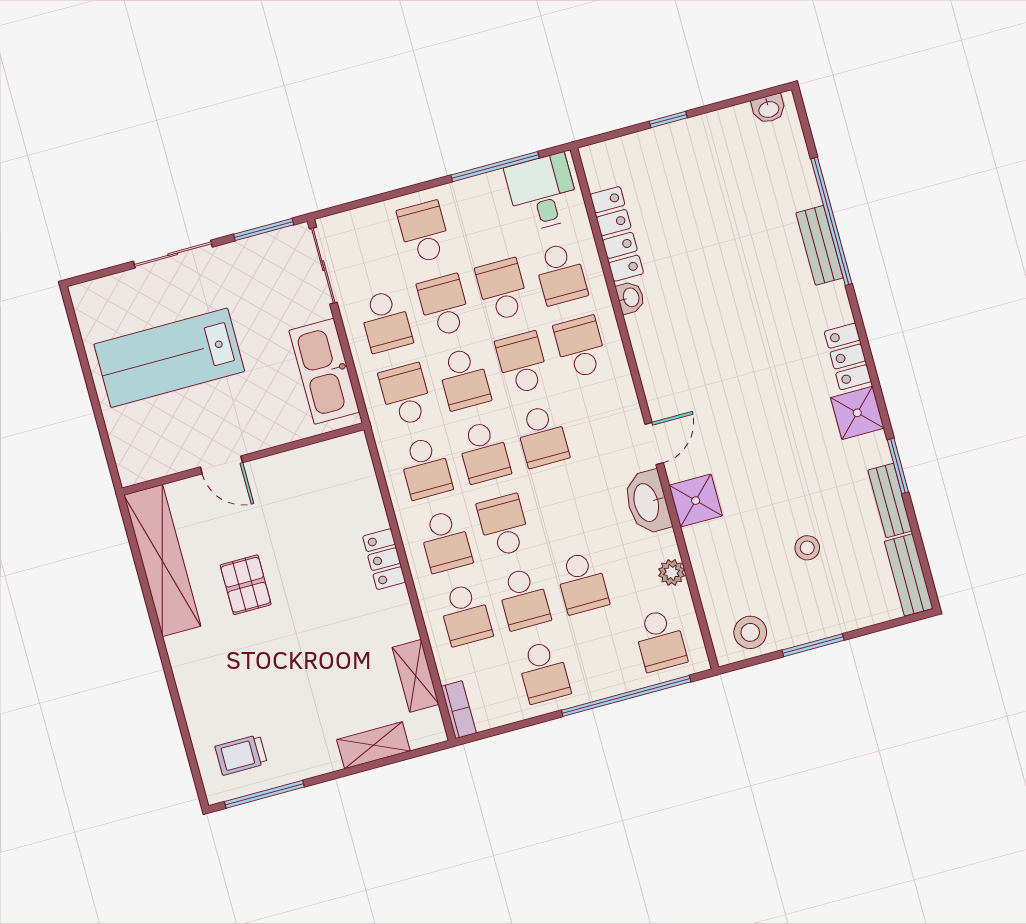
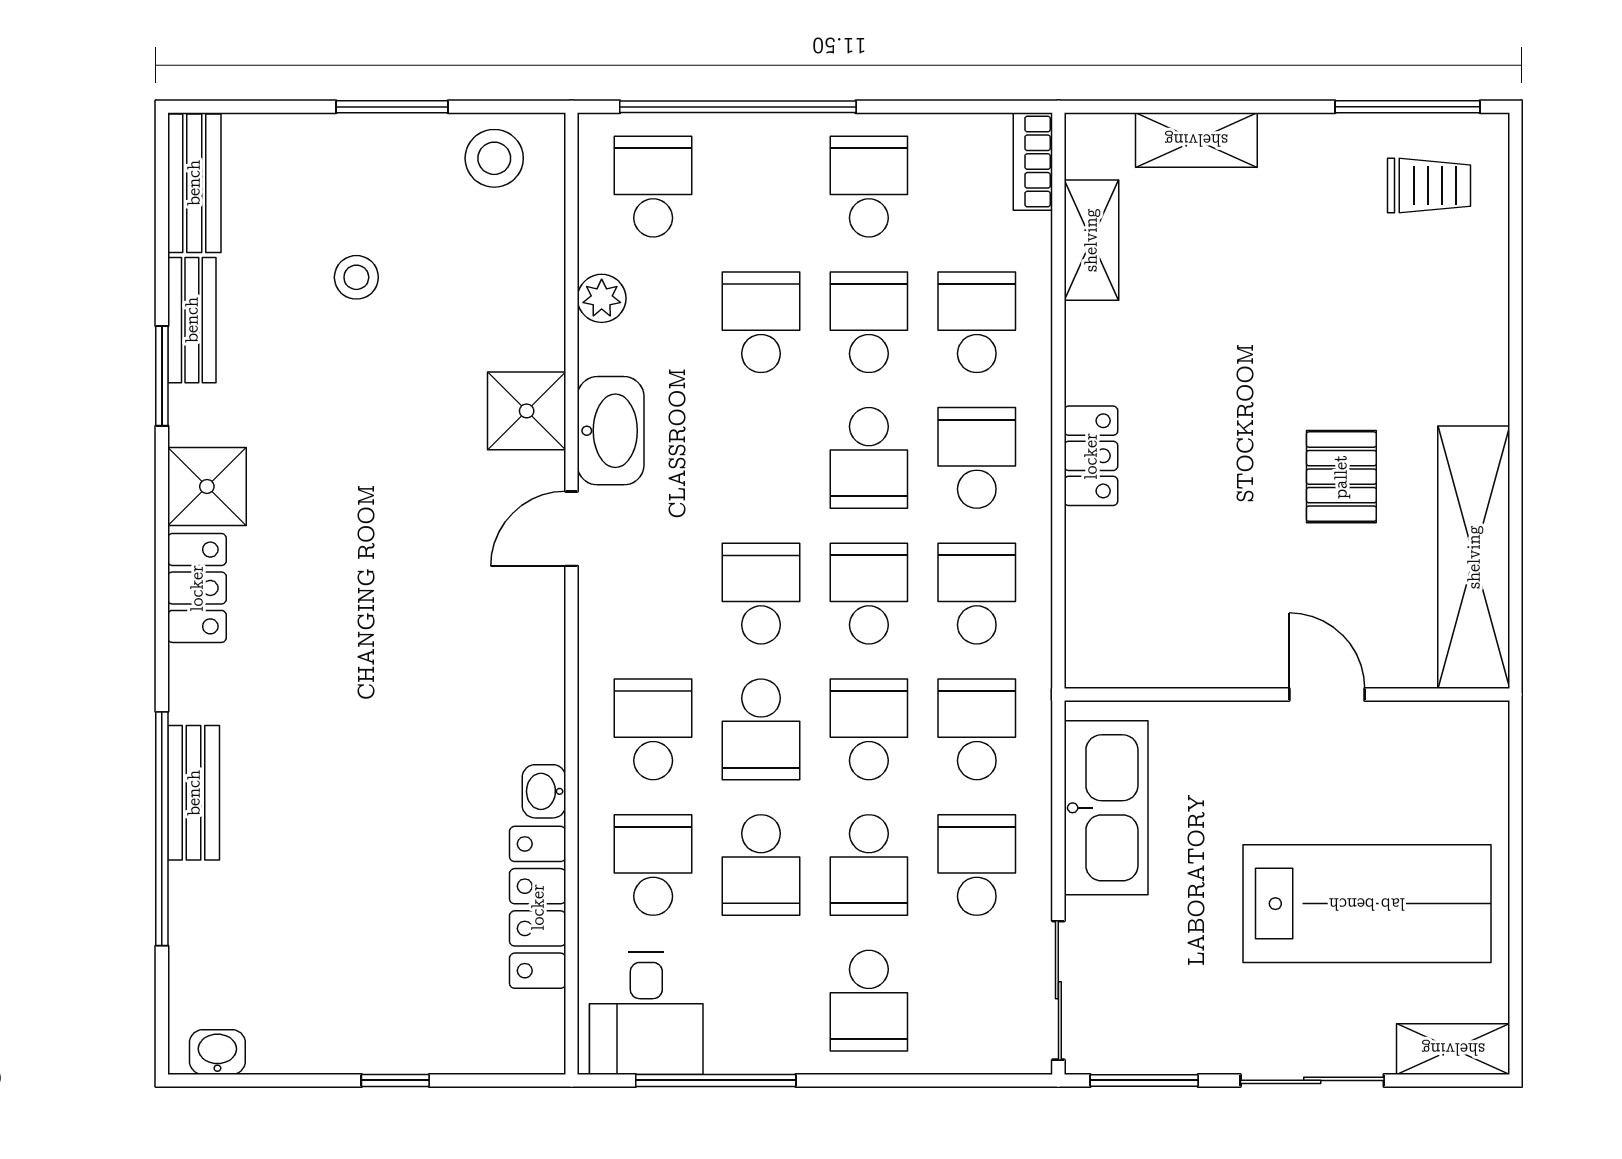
shelving: (101, 292) -> (1453, 1049), added
school desk: (581, 347) -> (653, 729), turned 180
school desk: (406, 395) -> (977, 729), turned 180

